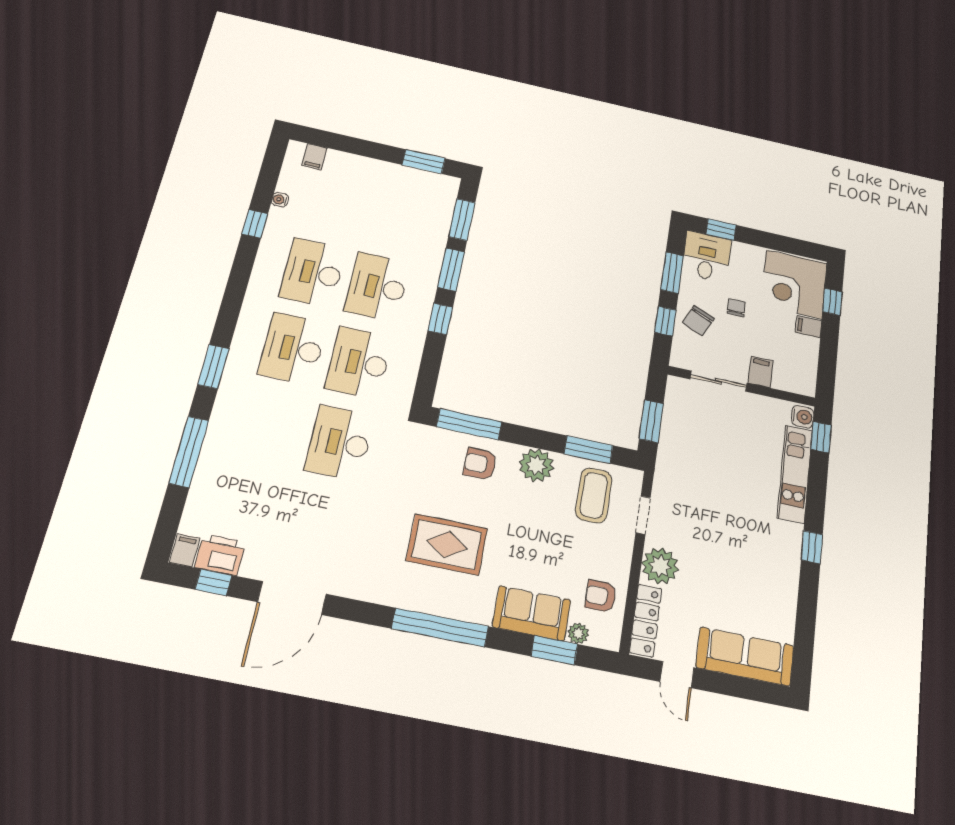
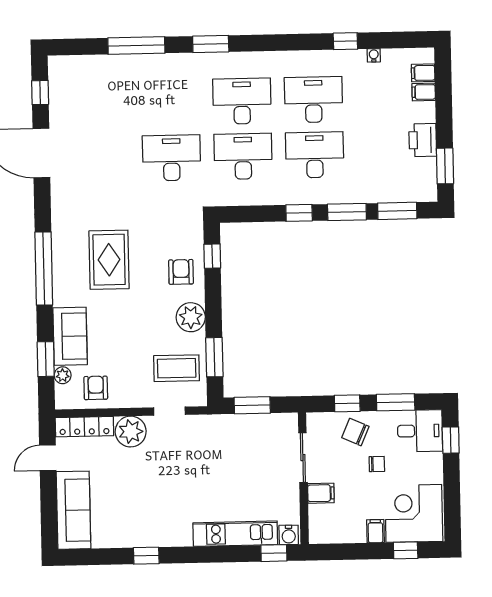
window: (469, 424) -> (212, 256), width x0.46
window: (812, 547) -> (146, 556), moved
filing cabinet: (185, 550) -> (424, 92), moved, turned 180
printer: (220, 555) -> (423, 140), moved, turned 180

